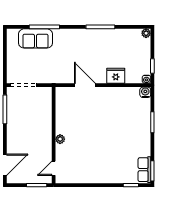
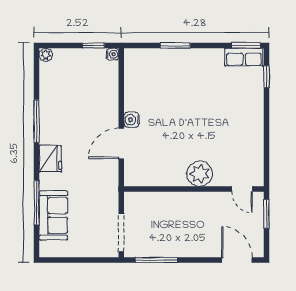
fridge: (116, 76) -> (50, 159), moved, turned 180
water cooler: (145, 92) -> (132, 120), moved
plant: (60, 139) -> (200, 174), width x1.88, depth x1.88

